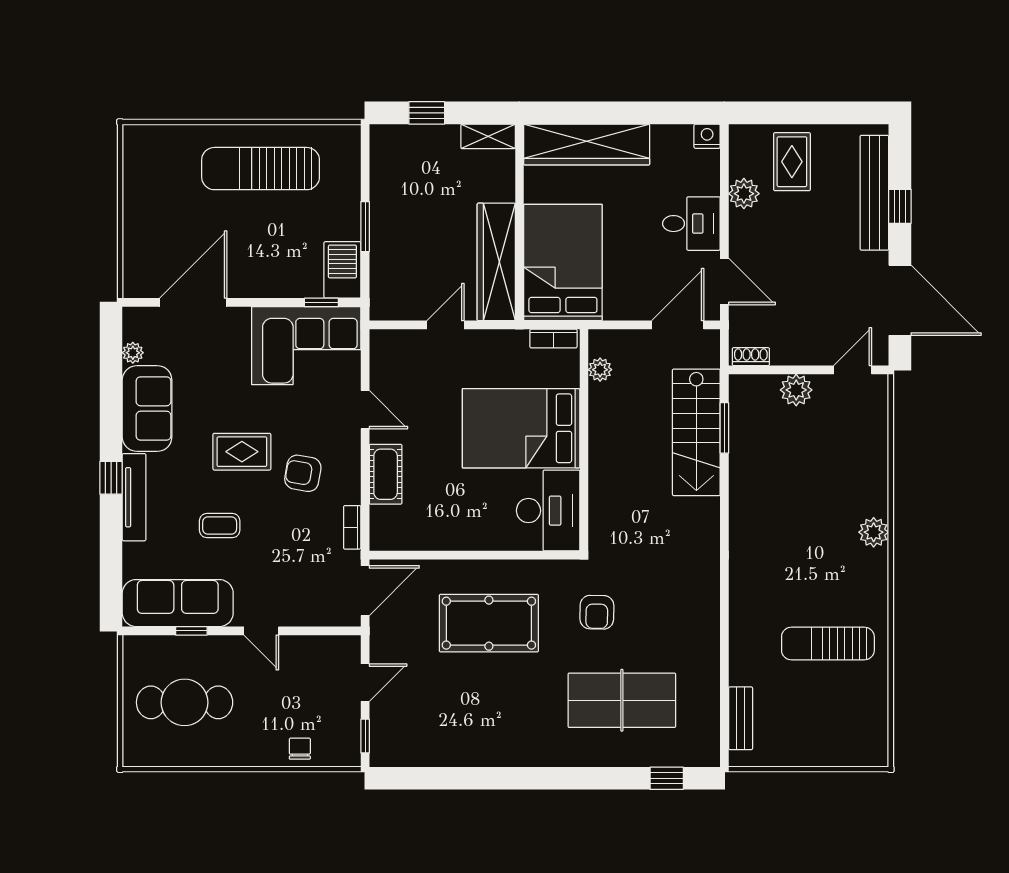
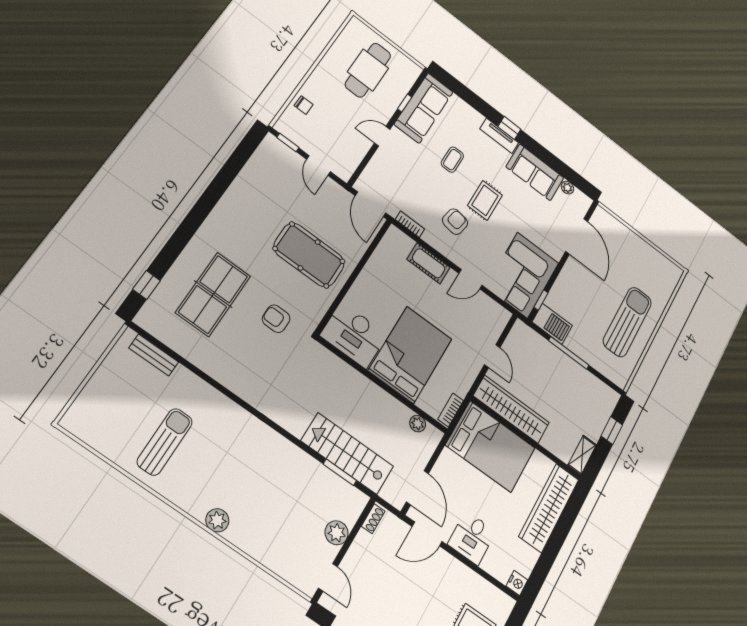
plant: (744, 194) -> (472, 582), removed
window: (365, 227) -> (569, 353), width x1.44
tv unit: (134, 497) -> (499, 136), width x0.71
pool table: (489, 623) -> (309, 255), turned 90

